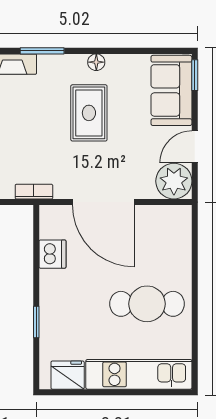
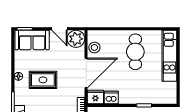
stool: (156, 219) -> (94, 47), added
fridge: (68, 375) -> (95, 97), moved, turned 90

